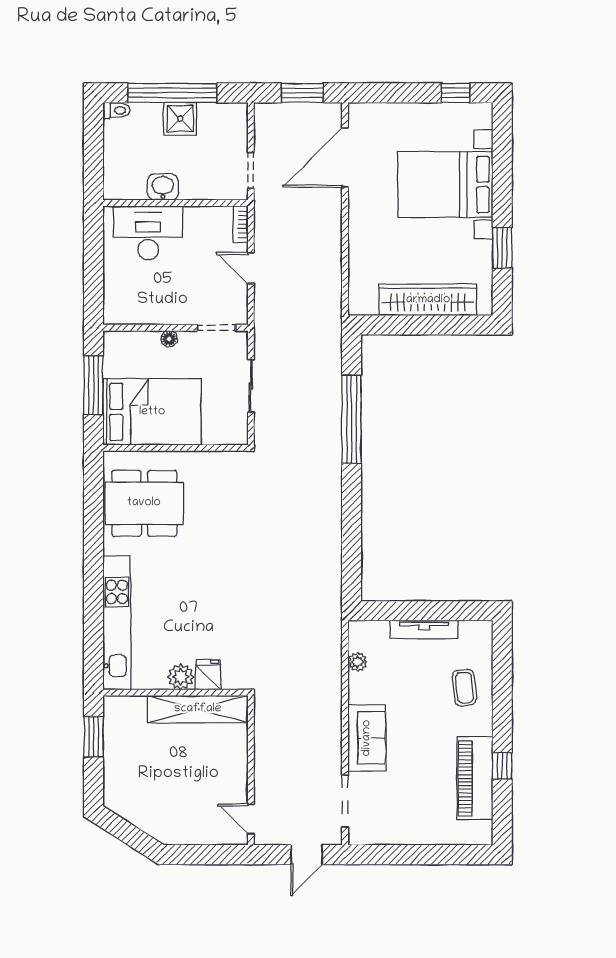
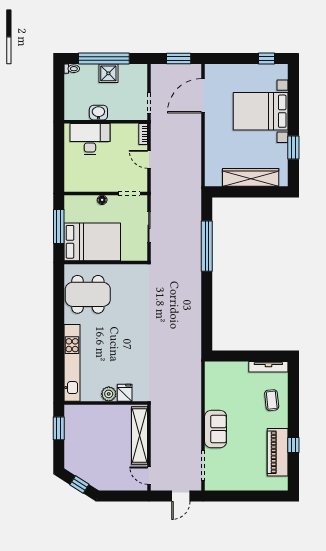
tv unit: (424, 629) -> (268, 367), moved
plant: (357, 662) -> (210, 385), removed
shelving: (198, 709) -> (139, 435), moved, turned 90
window: (130, 835) -> (79, 485), added

